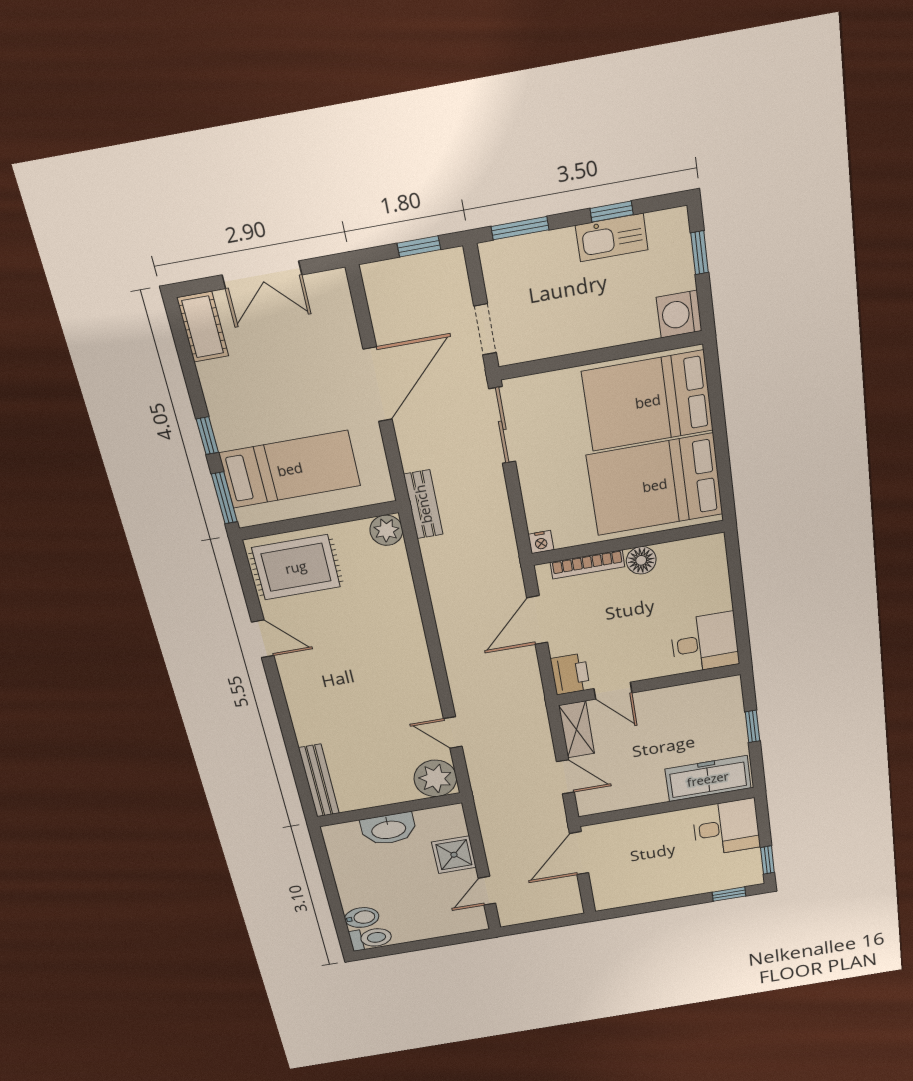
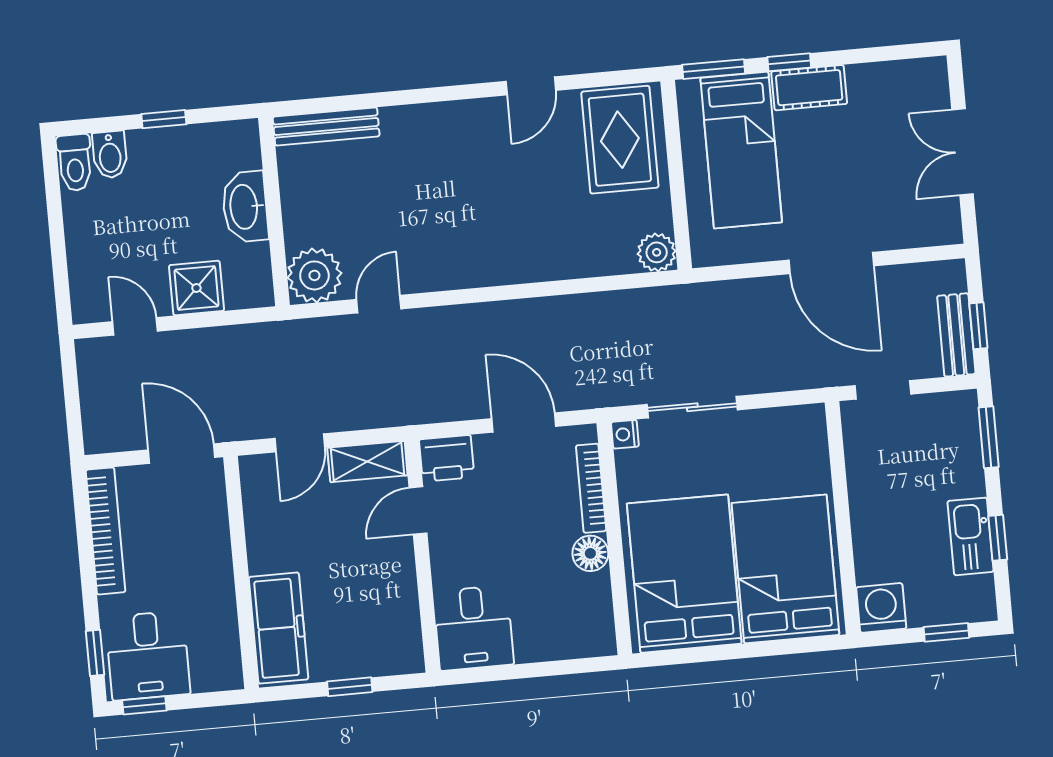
cot: (203, 327) -> (809, 88), moved
sliding door: (502, 425) -> (692, 407), moved
bench: (423, 504) -> (956, 335), moved, turned 90
desk: (726, 827) -> (148, 655), moved
window: (330, 886) -> (164, 119), added
bookcase: (639, 896) -> (106, 531), added

